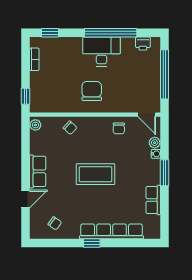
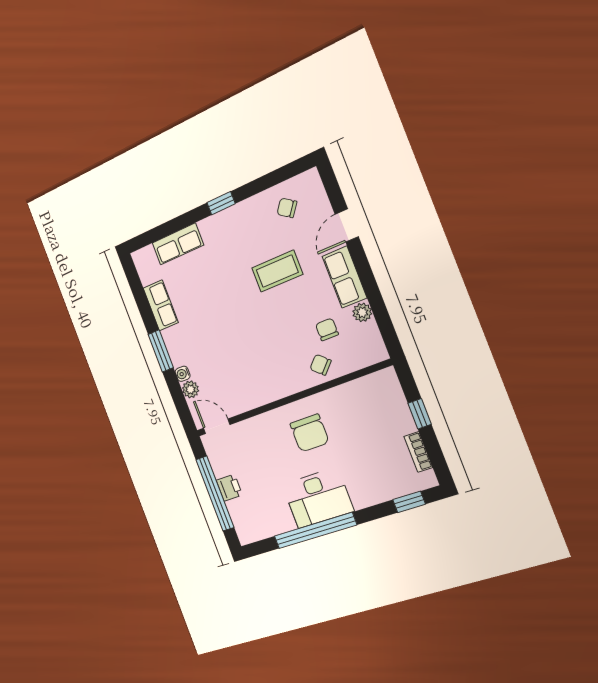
printer: (143, 44) -> (229, 488), moved, turned 90
window: (26, 96) -> (420, 414), moved
plant: (35, 125) -> (362, 312), moved
chair: (119, 128) -> (327, 329), moved
coffee table: (96, 174) -> (277, 271), moved, width x0.73, depth x0.76
row of seats: (112, 231) -> (178, 244), width x0.50

